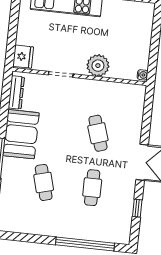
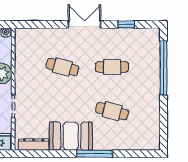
cafe table: (98, 133) -> (62, 67), turned 33
cafe table: (44, 182) -> (112, 111), turned 30

